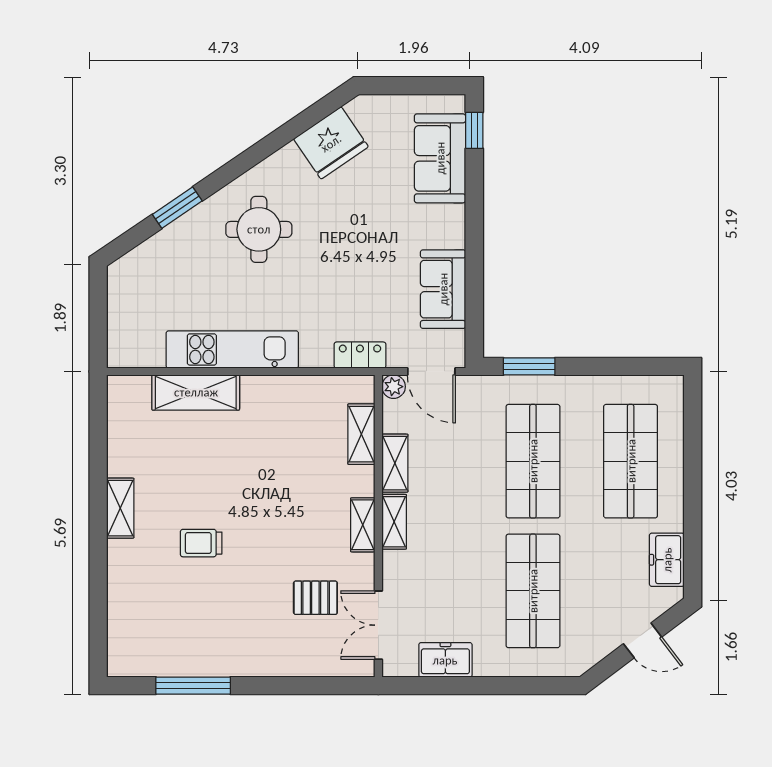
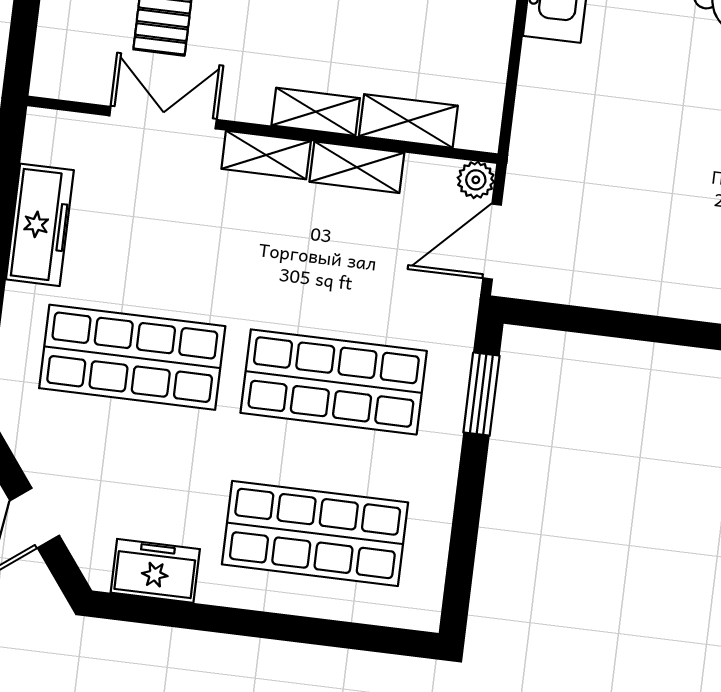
sofa: (443, 289) -> (618, 275), removed
locker: (360, 355) -> (531, 134), removed
shelving: (363, 525) -> (316, 112), moved
double door: (378, 625) -> (163, 118), moved
freezer: (445, 660) -> (40, 225), width x1.40

